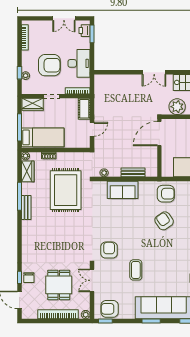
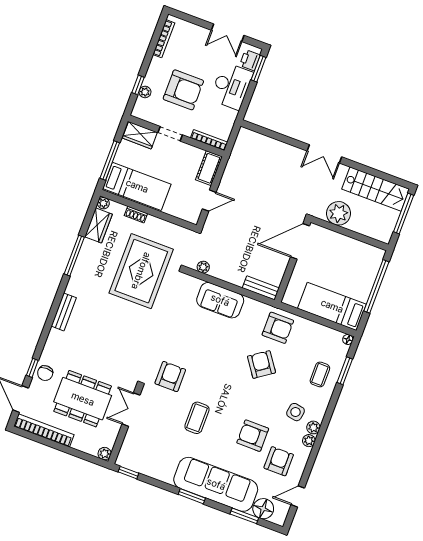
desk: (79, 63) -> (231, 86), moved
bench: (133, 172) -> (261, 288), moved
bench: (26, 208) -> (64, 312), moved
dining table: (59, 285) -> (83, 399), width x1.37
armchair: (110, 309) -> (253, 436), moved
bookcase: (58, 314) -> (44, 430), moved

